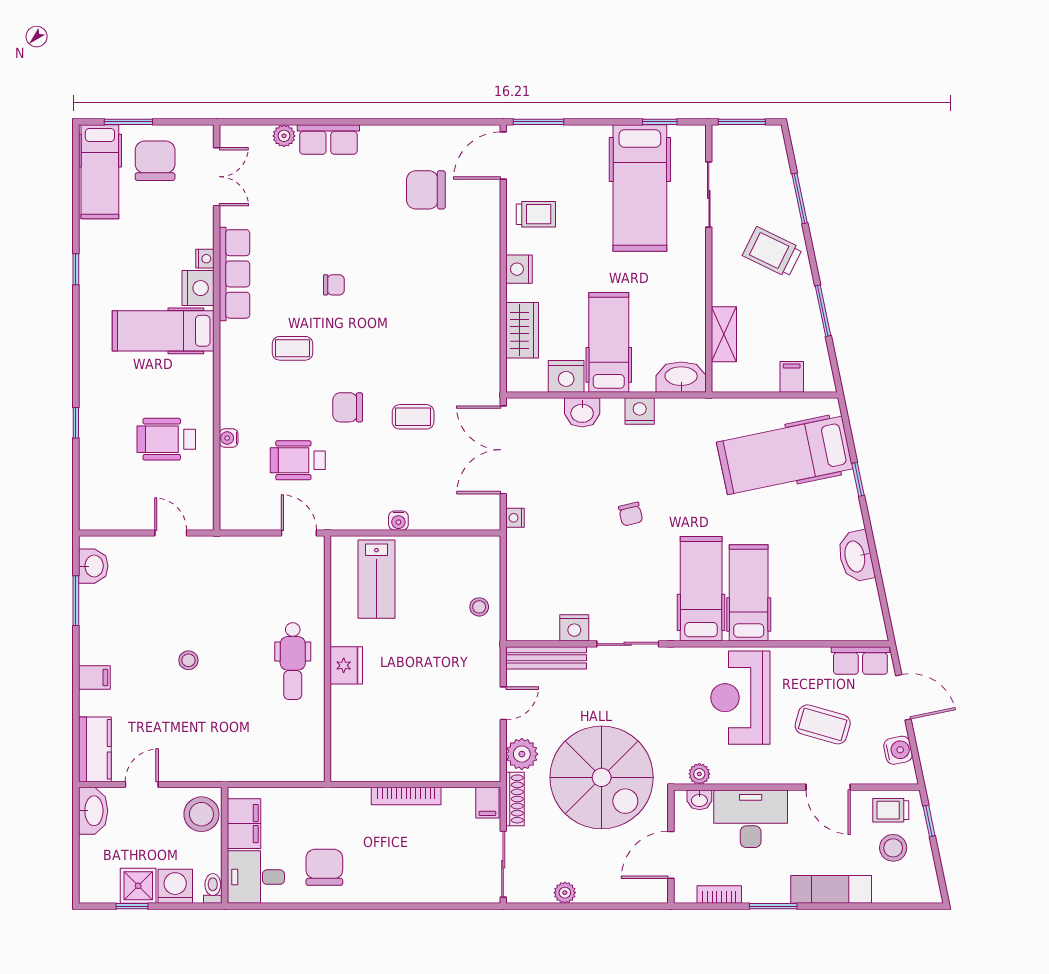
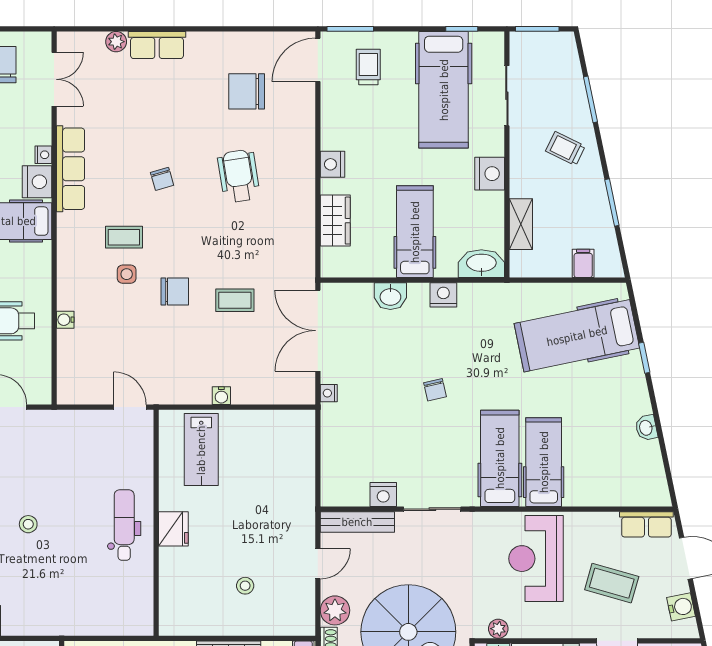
trolley: (536, 214) -> (368, 67), moved, turned -90
trolley: (772, 252) -> (565, 149), width x0.73, depth x0.72
chair: (334, 285) -> (162, 179), turned 74
nightstand: (566, 376) -> (490, 174), moved, turned -90
side table: (295, 389) -> (127, 274), added
chair: (348, 407) -> (175, 291), turned 180
wheelchair: (298, 460) -> (239, 176), moved, turned 81
washbasin: (856, 556) -> (646, 428), width x0.52, depth x0.69
stool: (479, 607) -> (245, 586), moved
dental chair: (293, 661) -> (124, 525), turned 180

